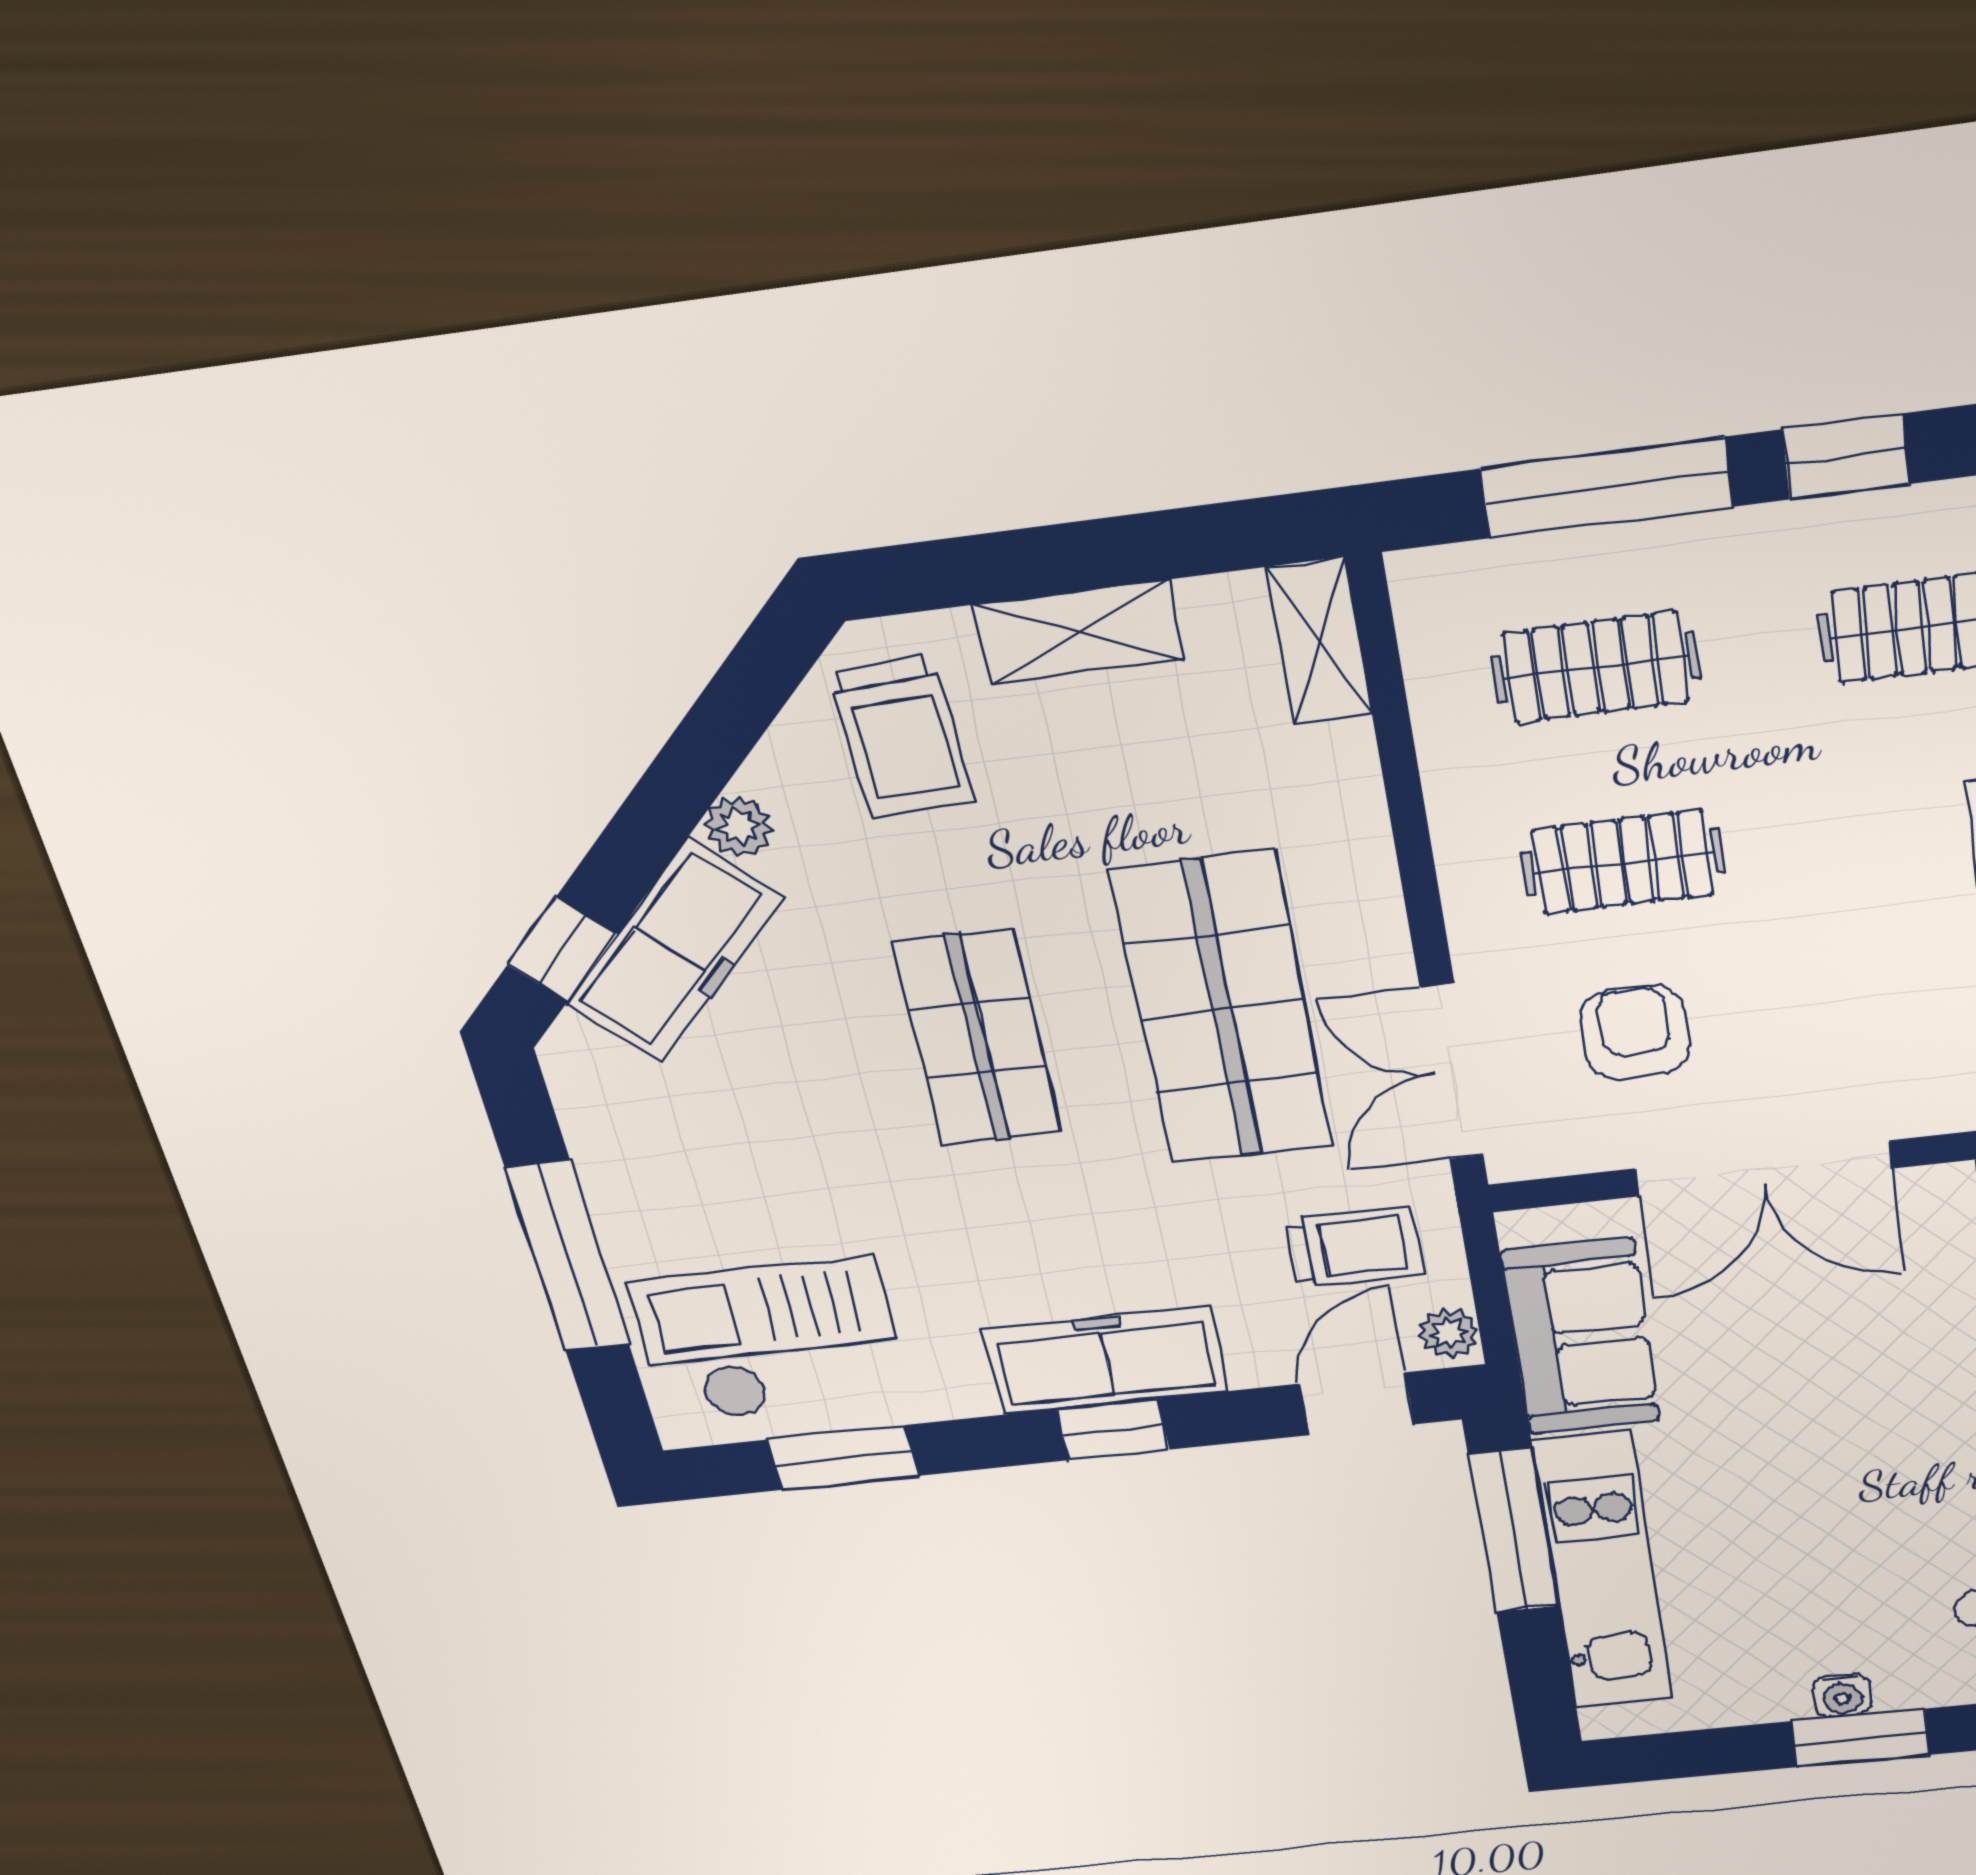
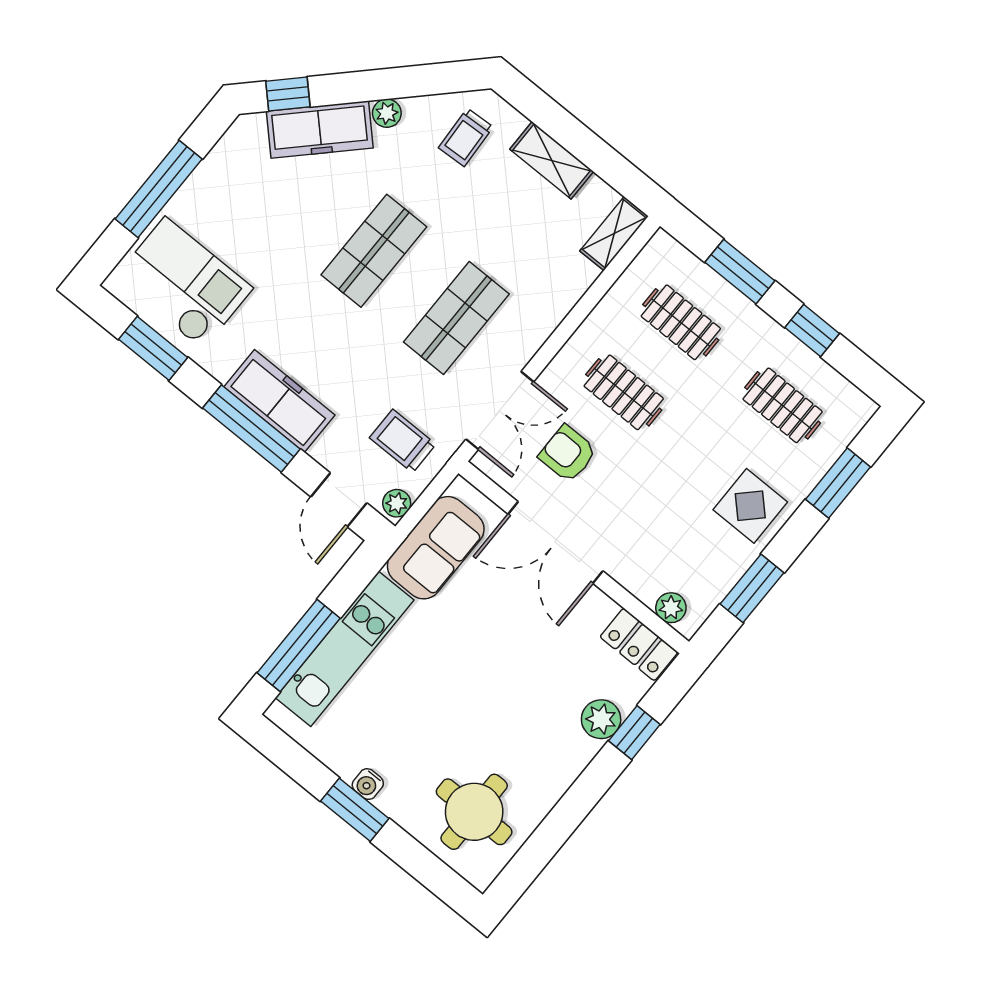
window: (1606, 488) -> (740, 272), width x0.69
trolley: (902, 737) -> (466, 137), width x0.73, depth x0.72
shop shelf: (1222, 1010) -> (456, 318), width x0.70, depth x0.74
armchair: (1635, 1032) -> (568, 454), turned -90
double door: (1452, 1072) -> (500, 410), swing flipped
trolley: (1354, 1247) -> (403, 441), turned 180
door: (1357, 1404) -> (339, 500), swing flipped
window: (1113, 1430) -> (251, 429), width x2.17
window: (1514, 1531) -> (299, 645), moved

